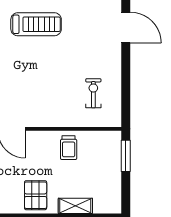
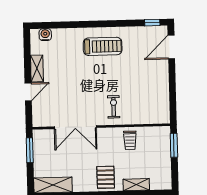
door: (126, 27) -> (171, 47), swing flipped
exercise bike: (93, 93) -> (114, 107), moved

